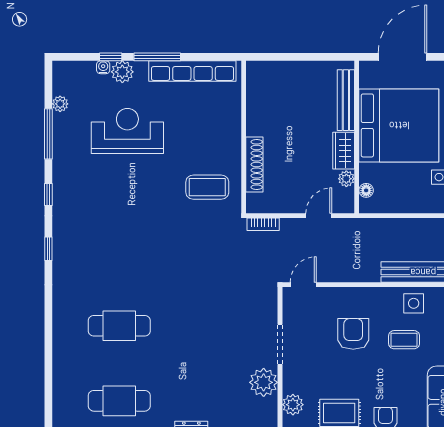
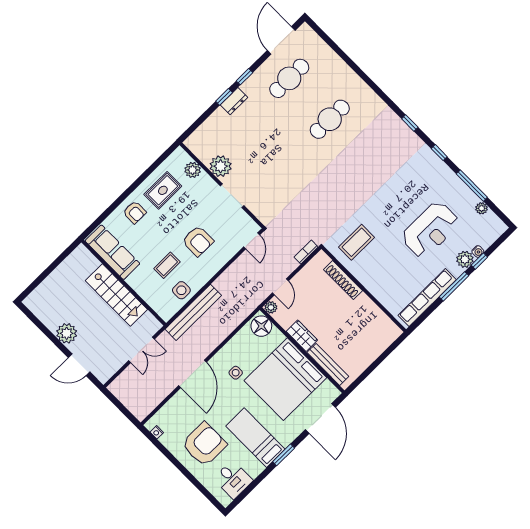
plant: (346, 179) -> (271, 307), moved
floor lamp: (366, 190) -> (261, 326), width x1.89, depth x1.89

